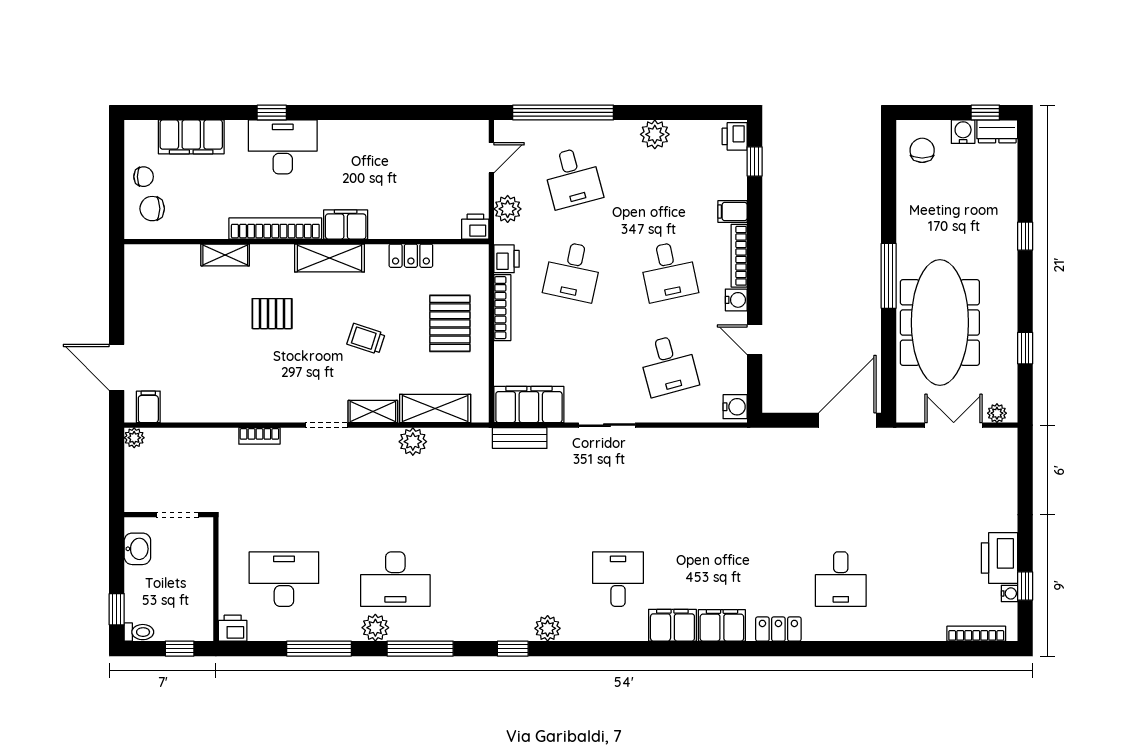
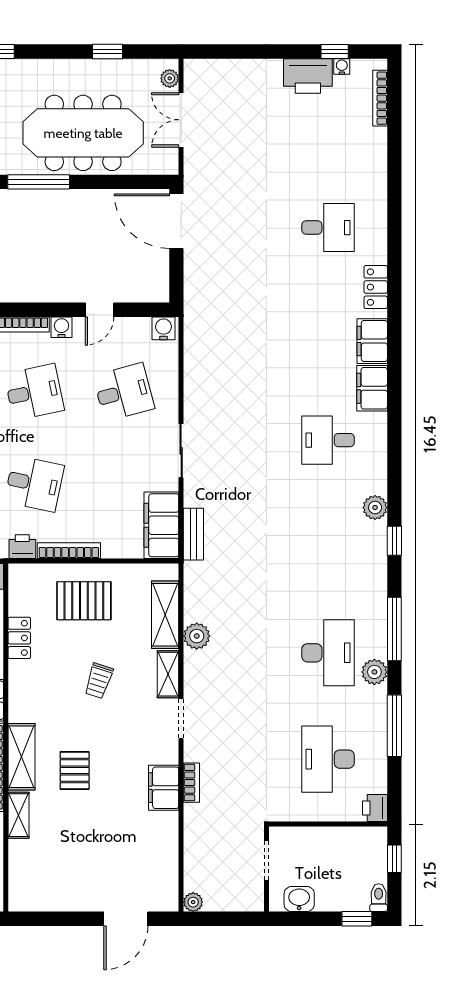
shelving: (329, 258) -> (21, 757), moved
filing cabinet: (148, 407) -> (164, 788), moved, width x2.00

